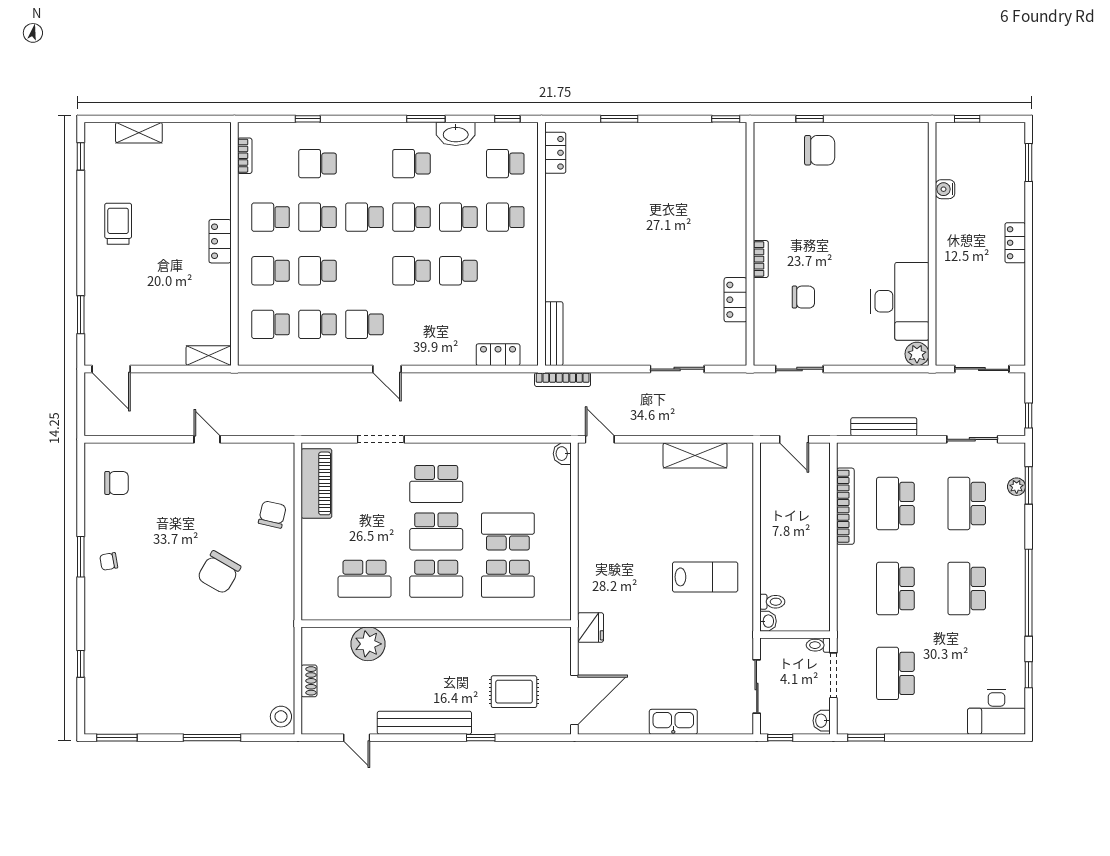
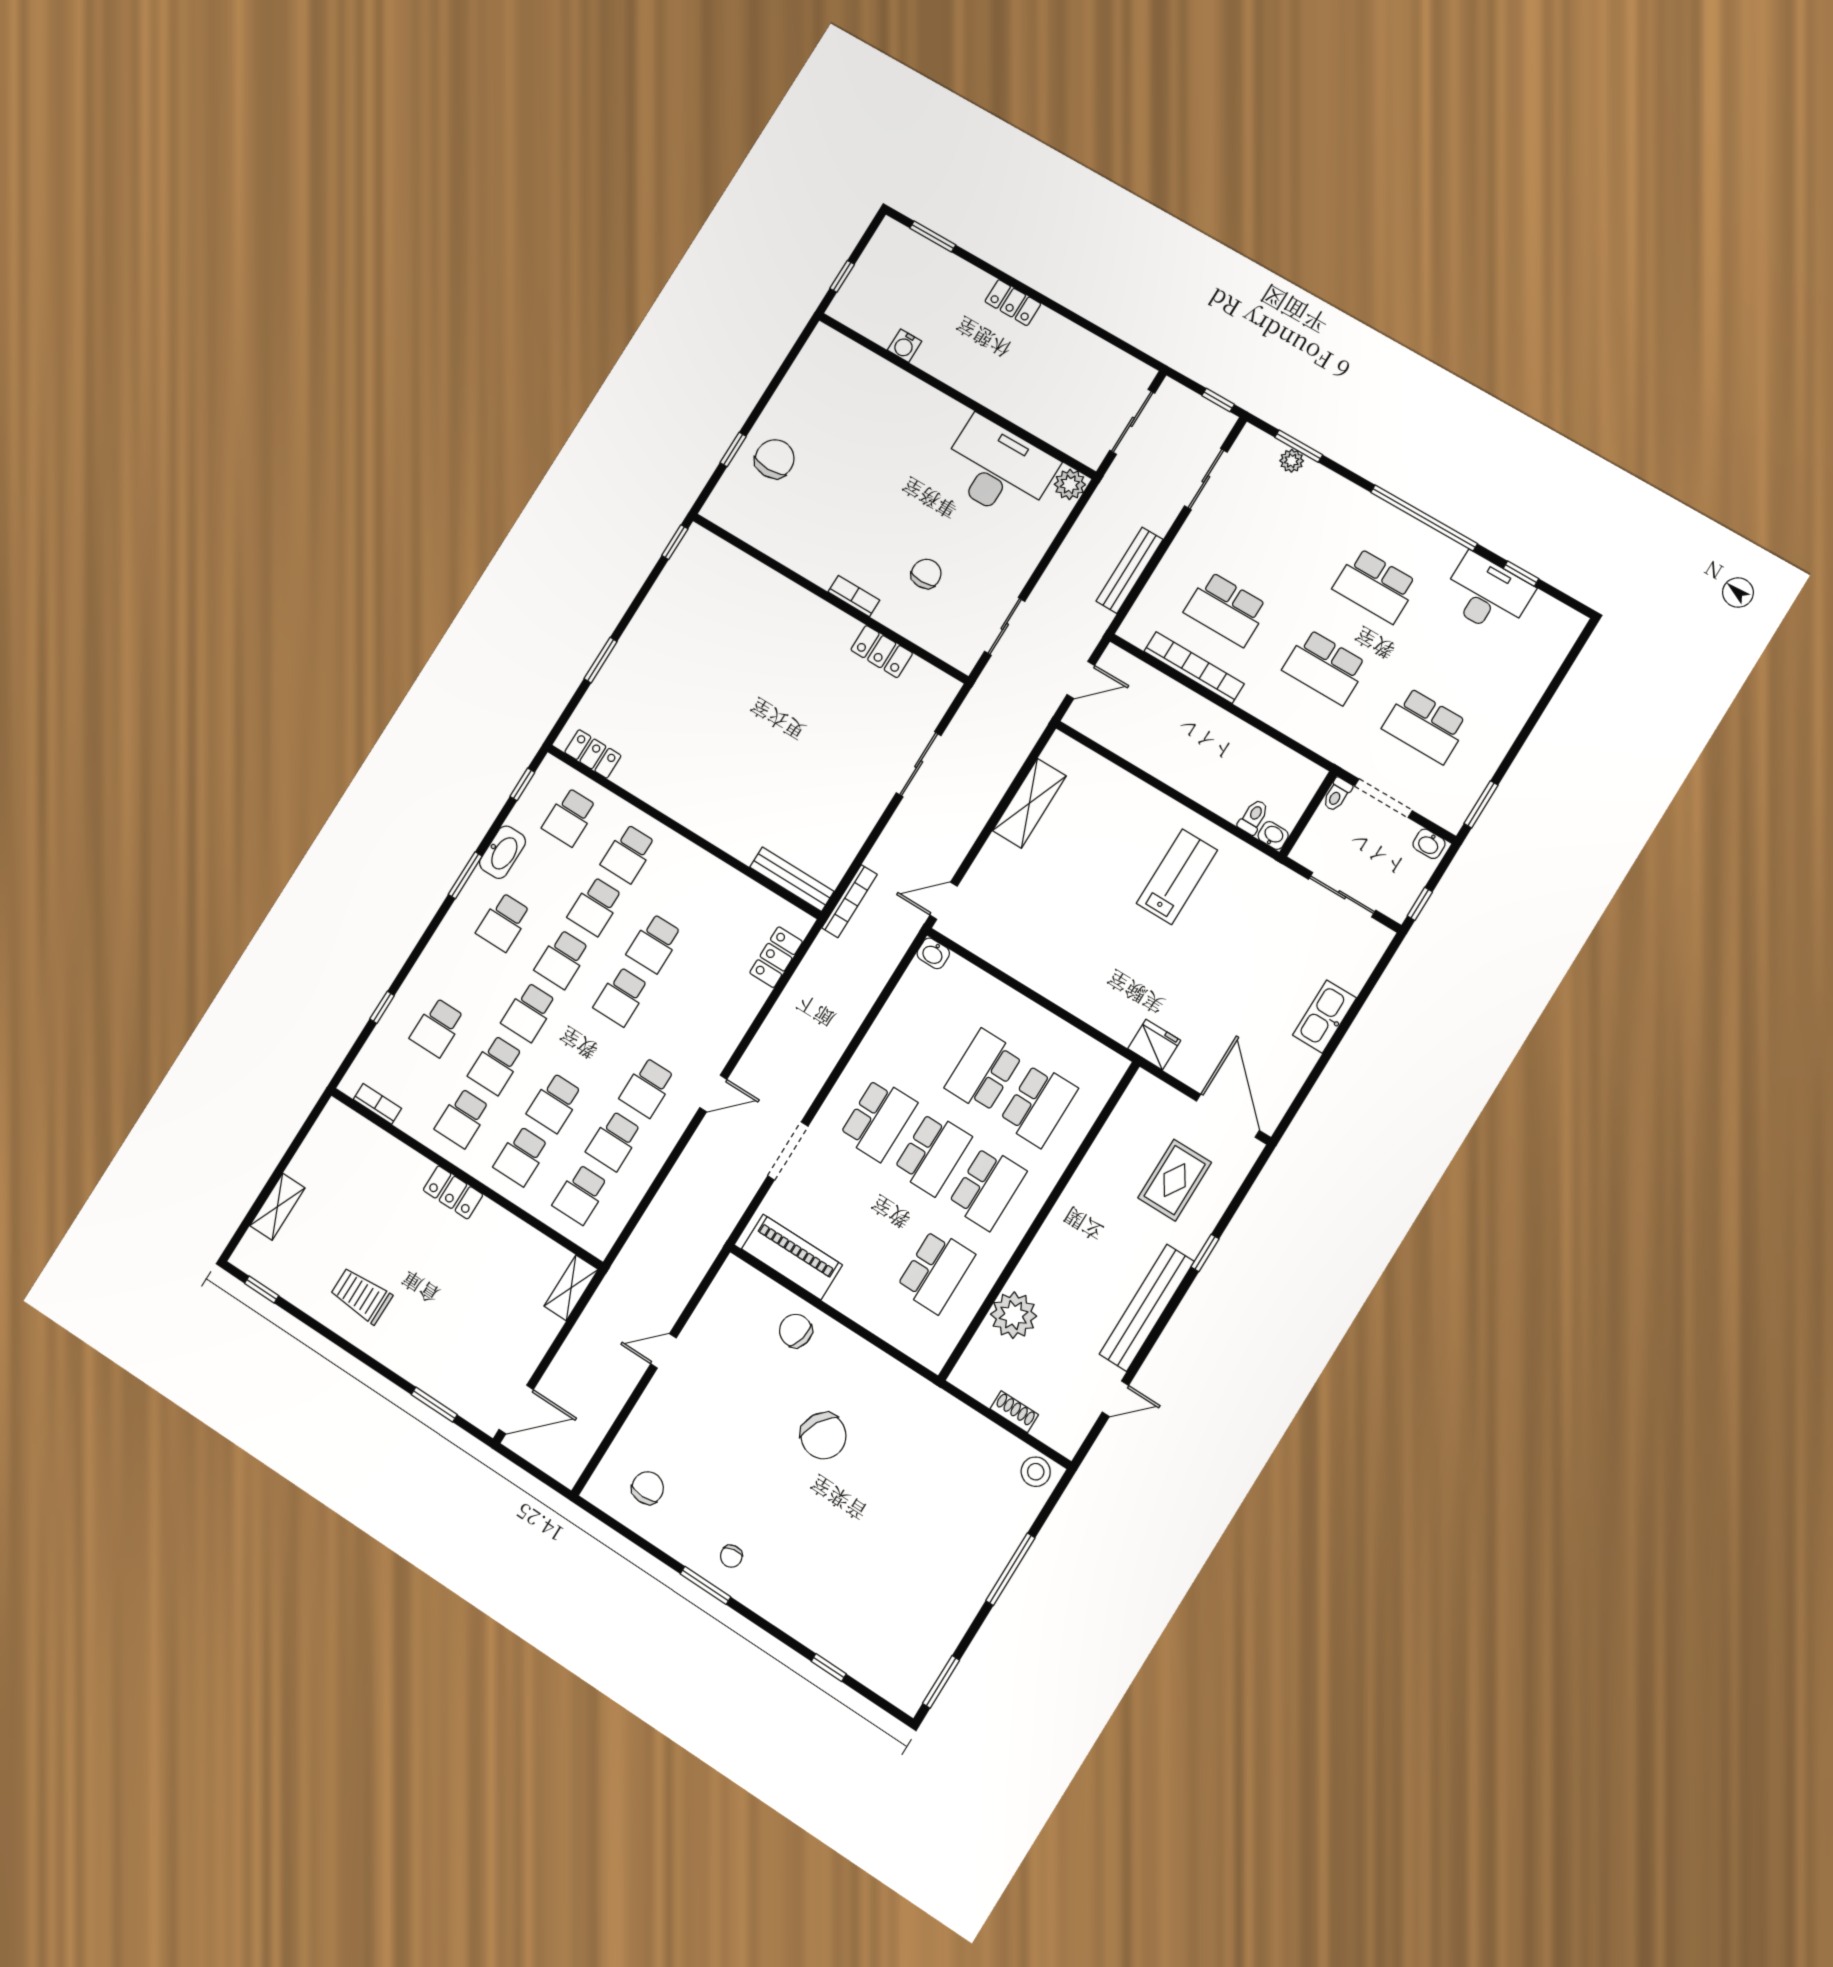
school desk: (967, 504) -> (1276, 528), removed
desk: (997, 712) -> (1487, 594), moved, turned -90

